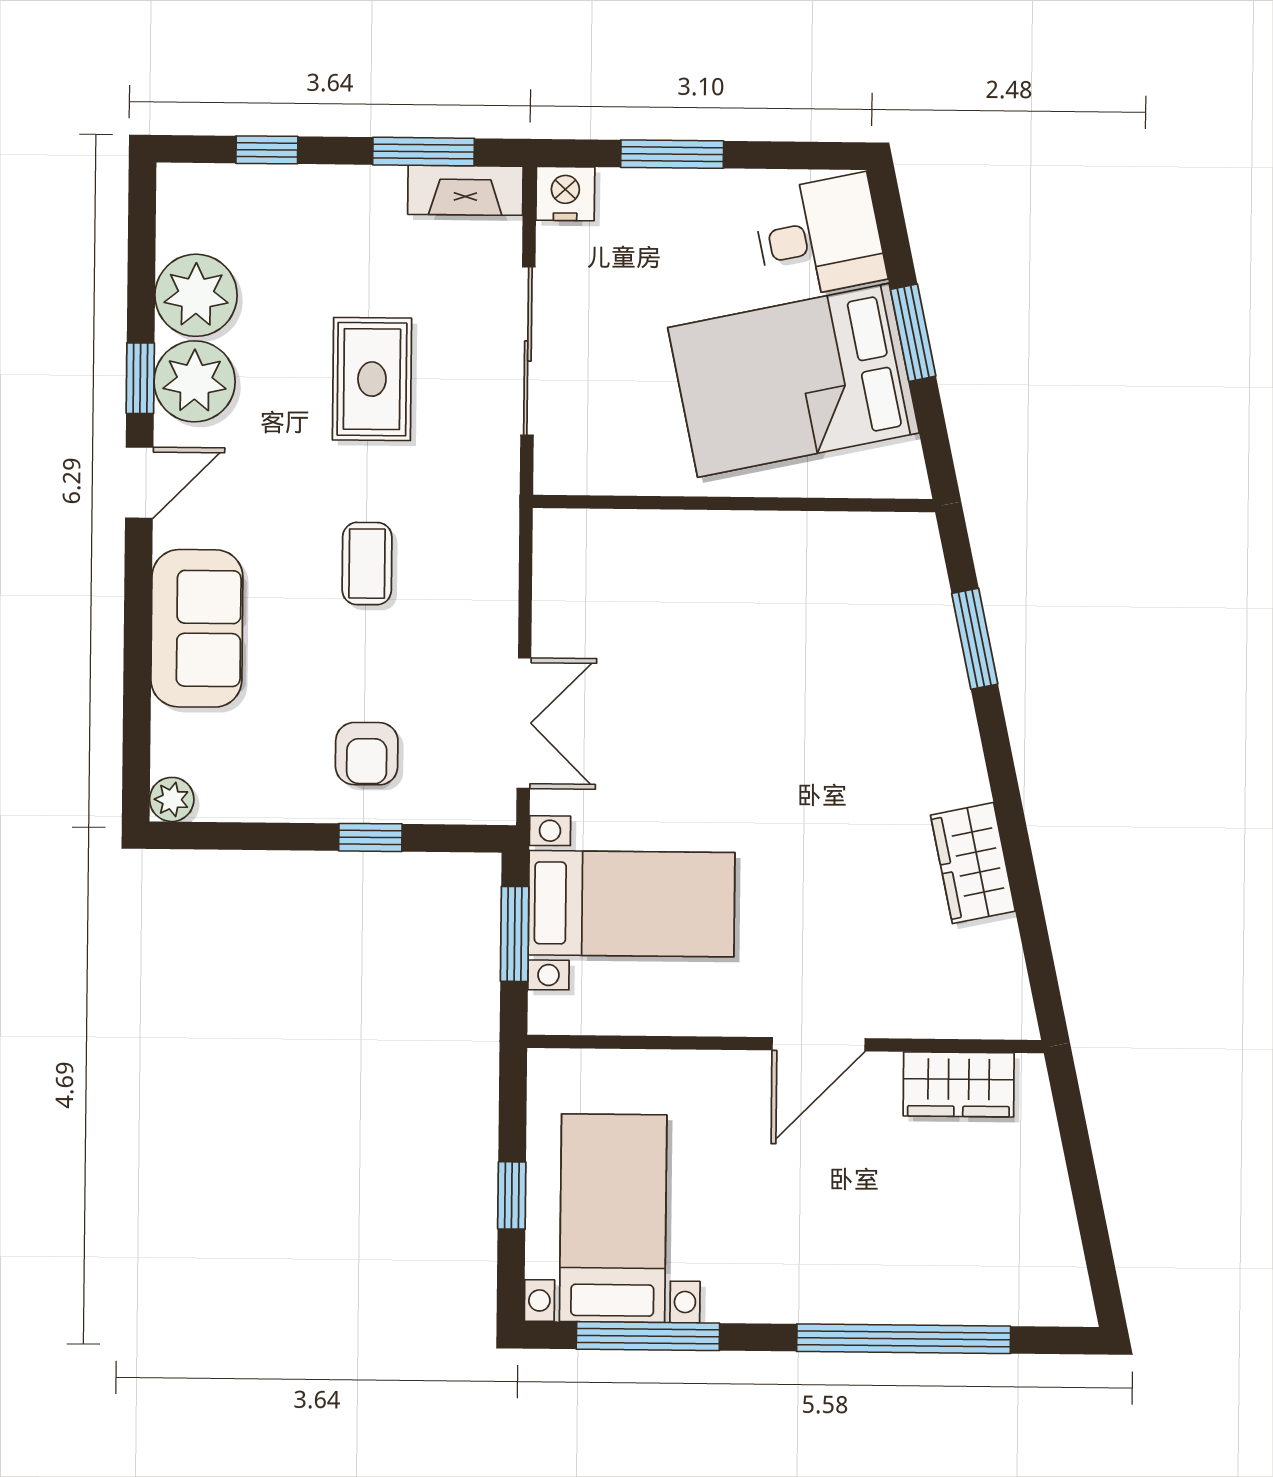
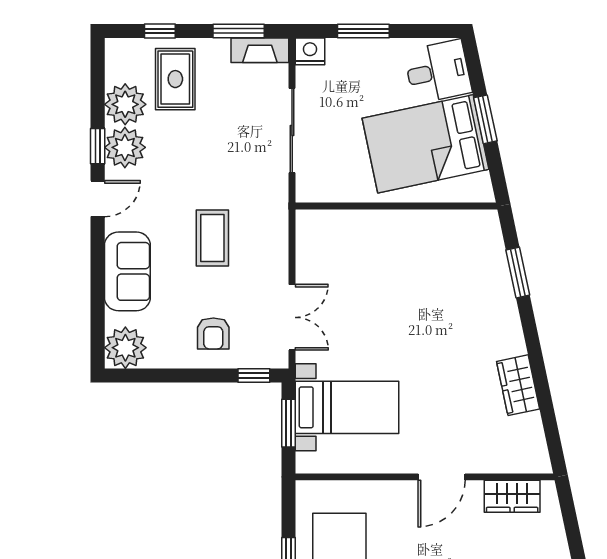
rug: (372, 379) -> (175, 79), moved
coffee table: (367, 564) -> (212, 238), width x1.36, depth x1.30
plant: (172, 799) -> (125, 348), width x1.87, depth x1.87
window: (370, 837) -> (254, 375), moved

